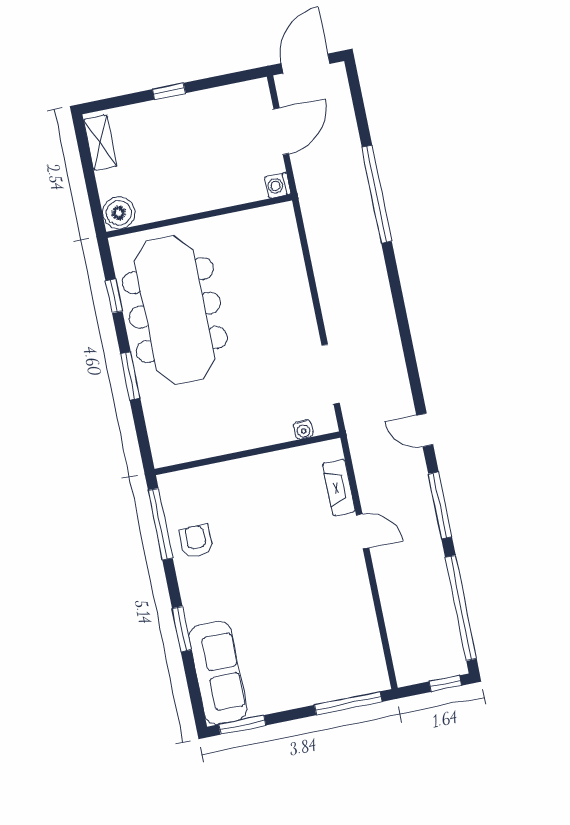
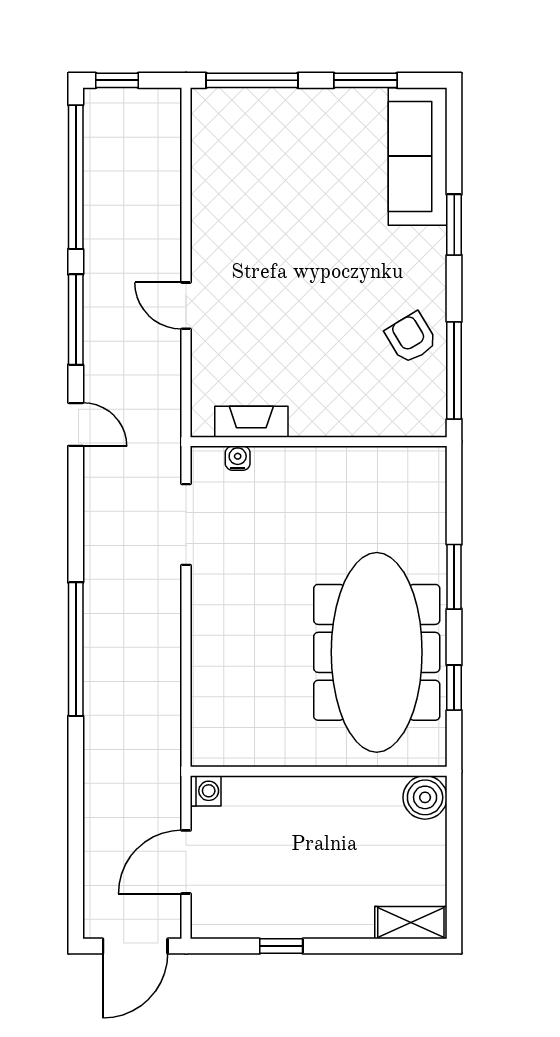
window: (169, 91) -> (281, 946), moved
shelving: (100, 143) -> (411, 923), moved, turned 90
window: (377, 194) -> (76, 649), moved
fireplace: (339, 488) -> (251, 422), moved, turned -90
armchair: (196, 541) -> (411, 338), turned 149
window: (242, 725) -> (365, 80), moved

